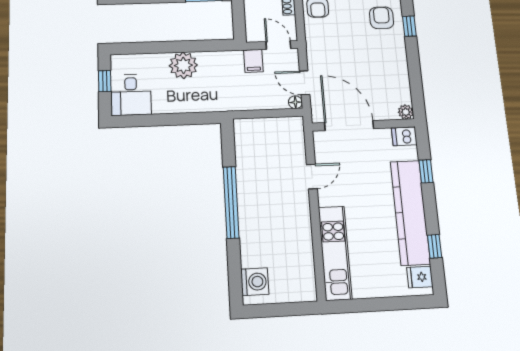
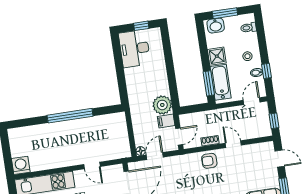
plant: (183, 65) -> (162, 105), moved
desk: (131, 95) -> (135, 49), width x1.37
washing machine: (255, 282) -> (21, 165), moved, turned 180

